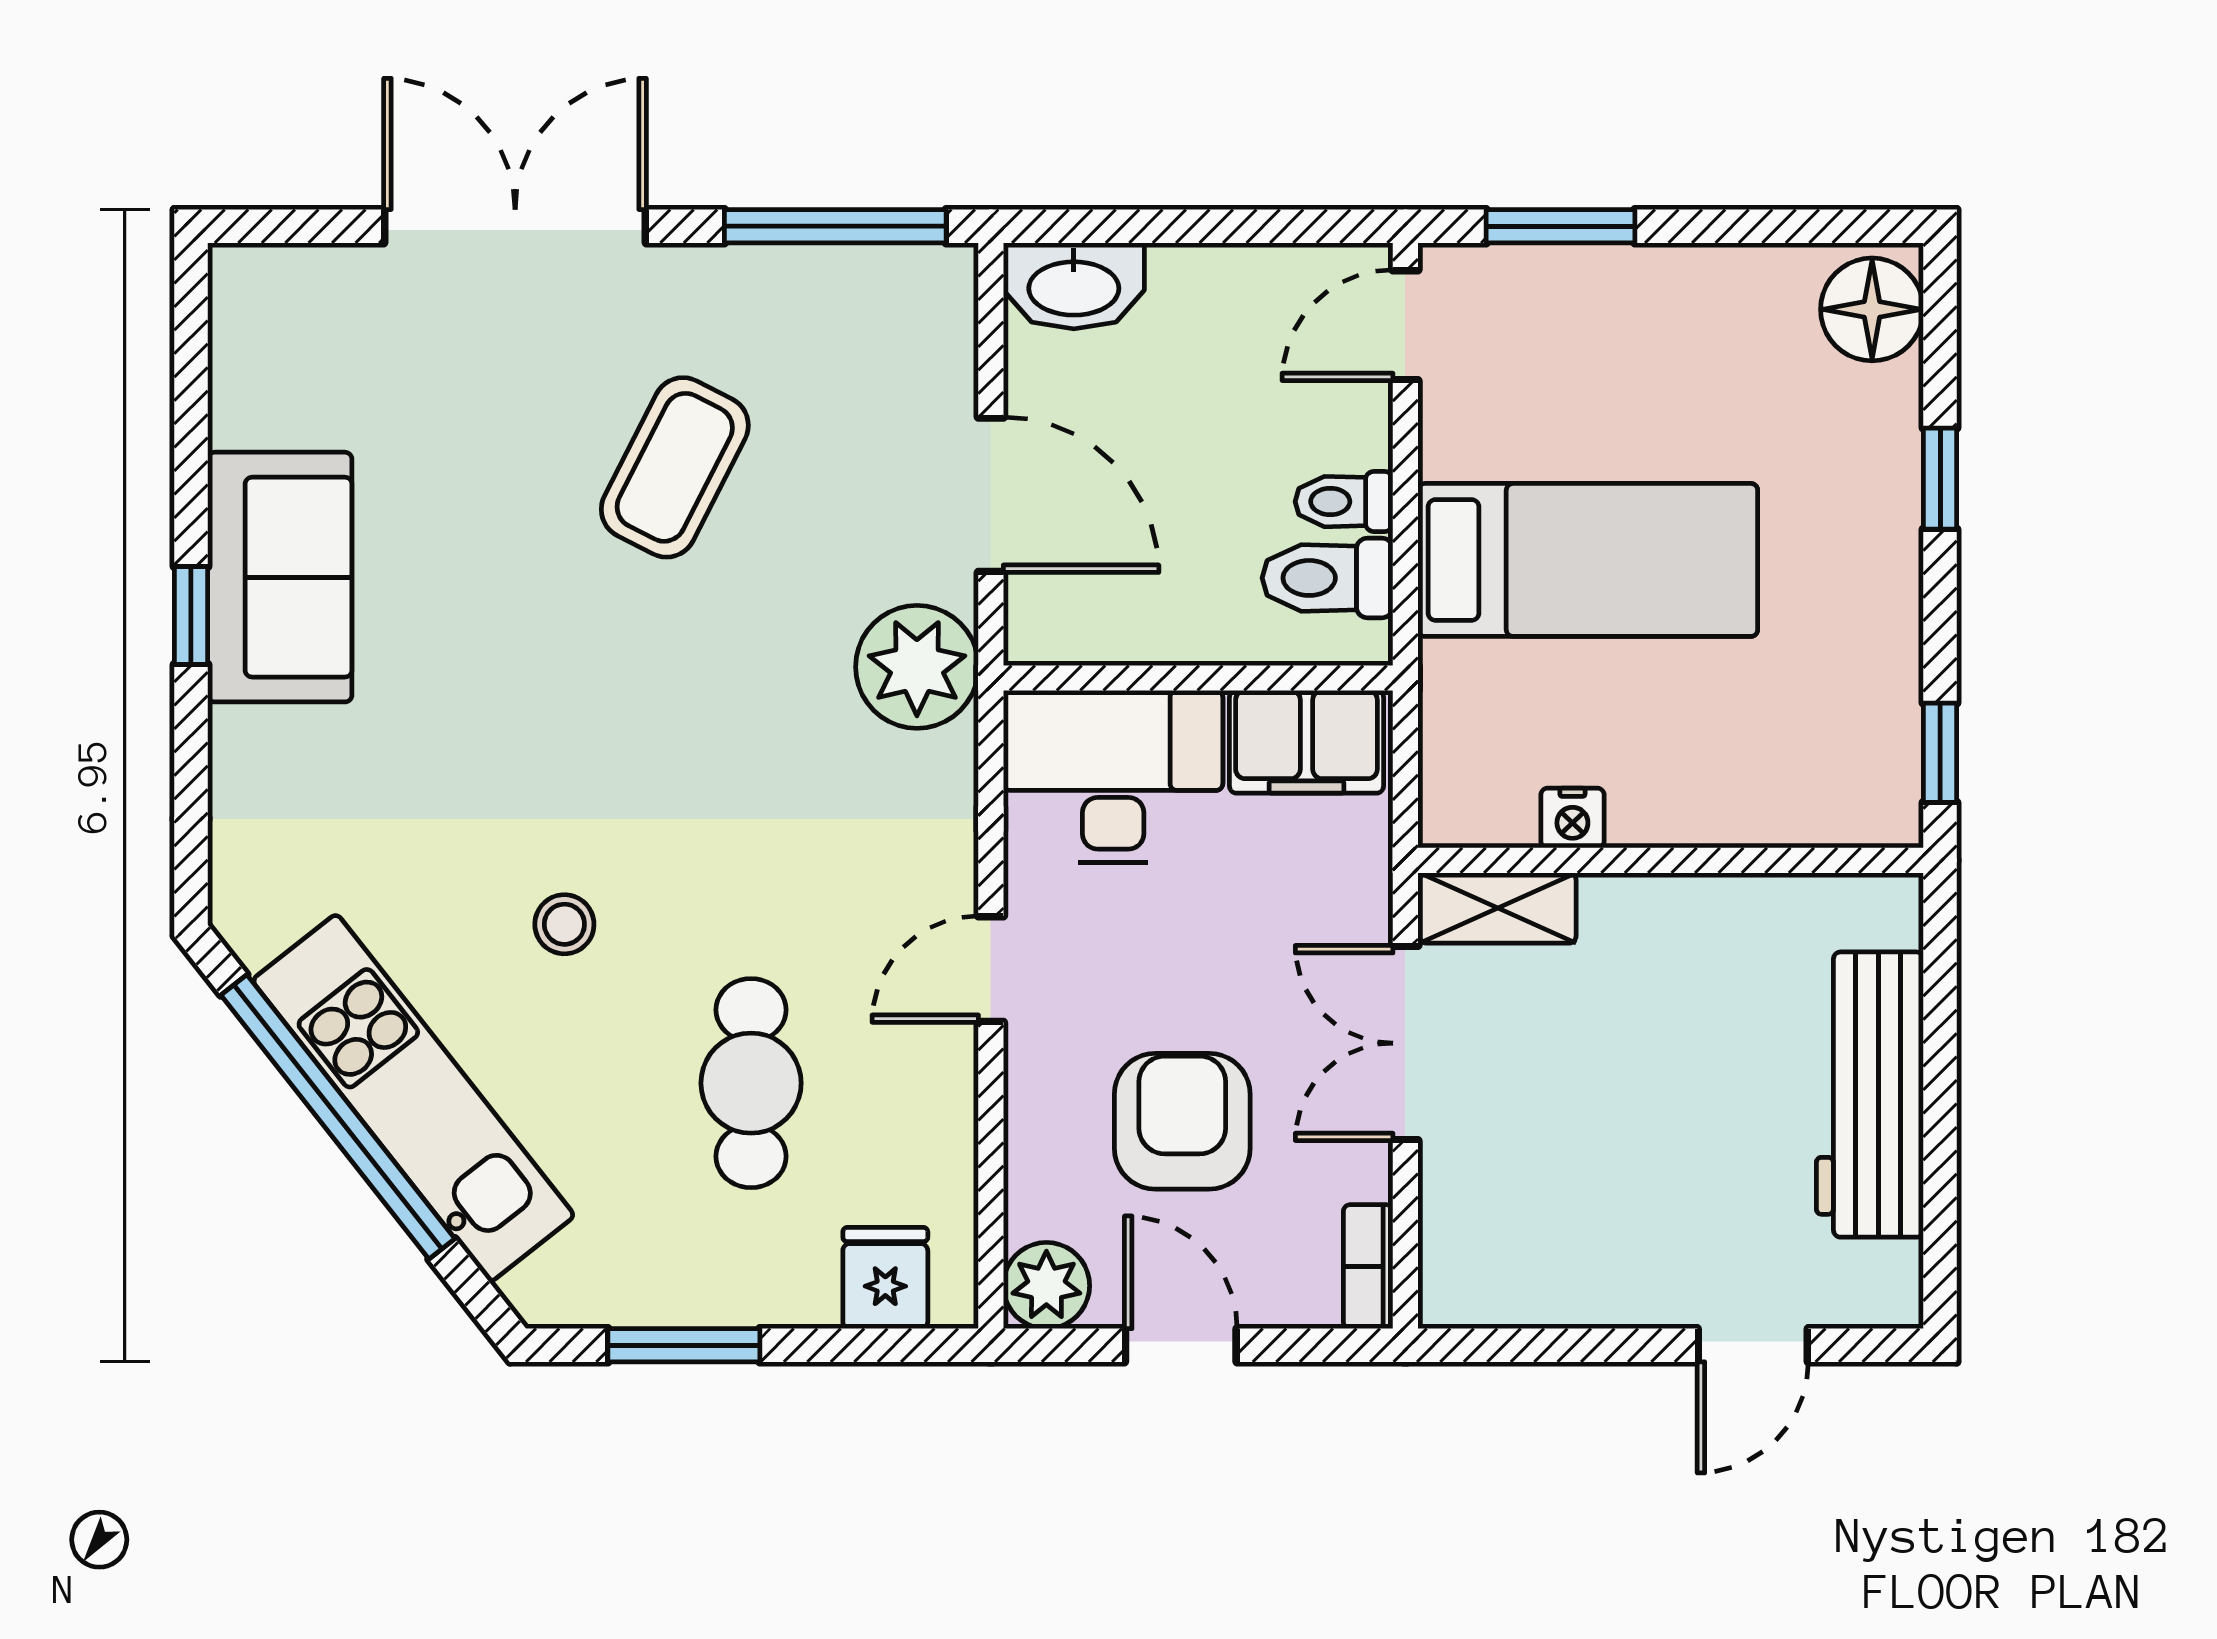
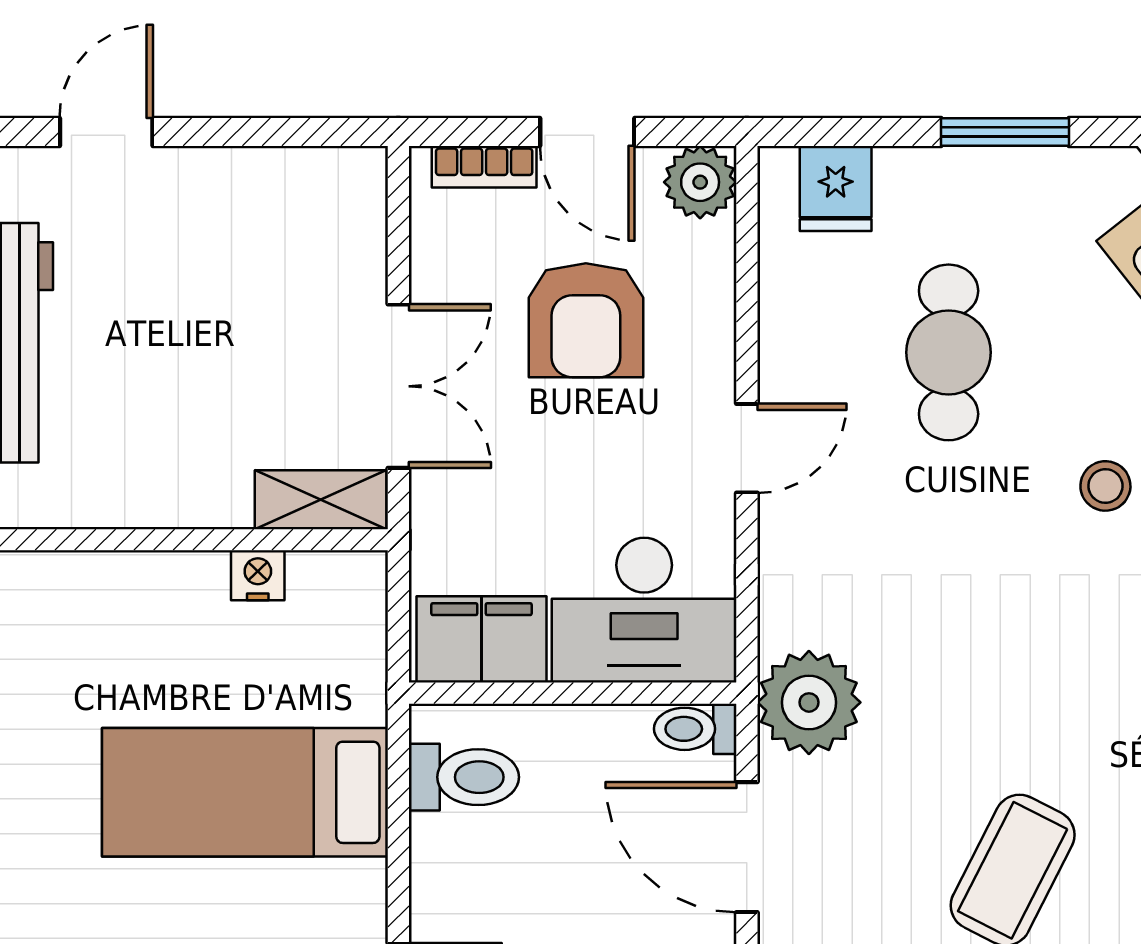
toilet: (1344, 502) -> (695, 729), moved, turned 180
bookcase: (1368, 1267) -> (484, 167), moved, turned 90

